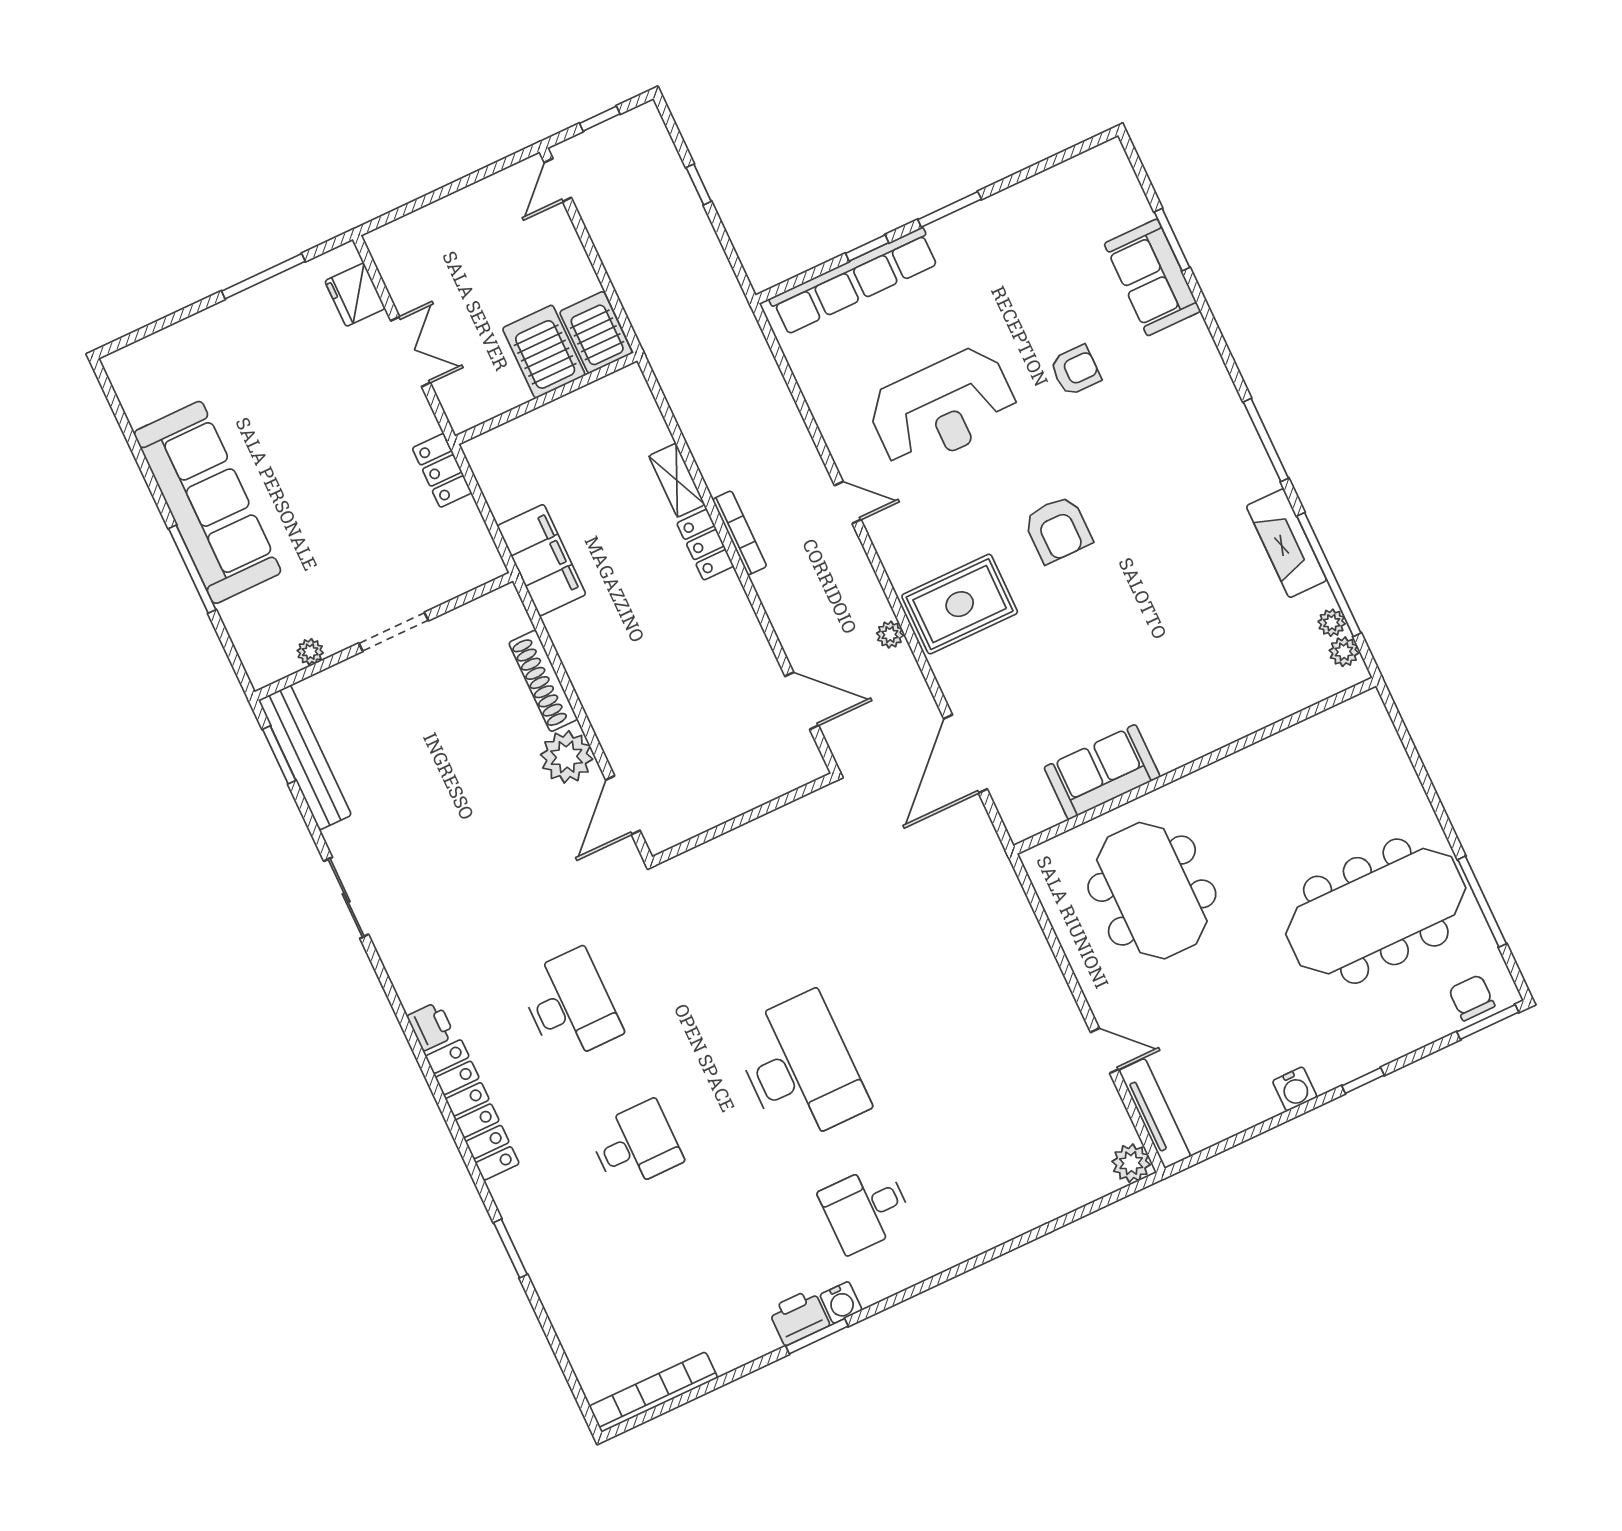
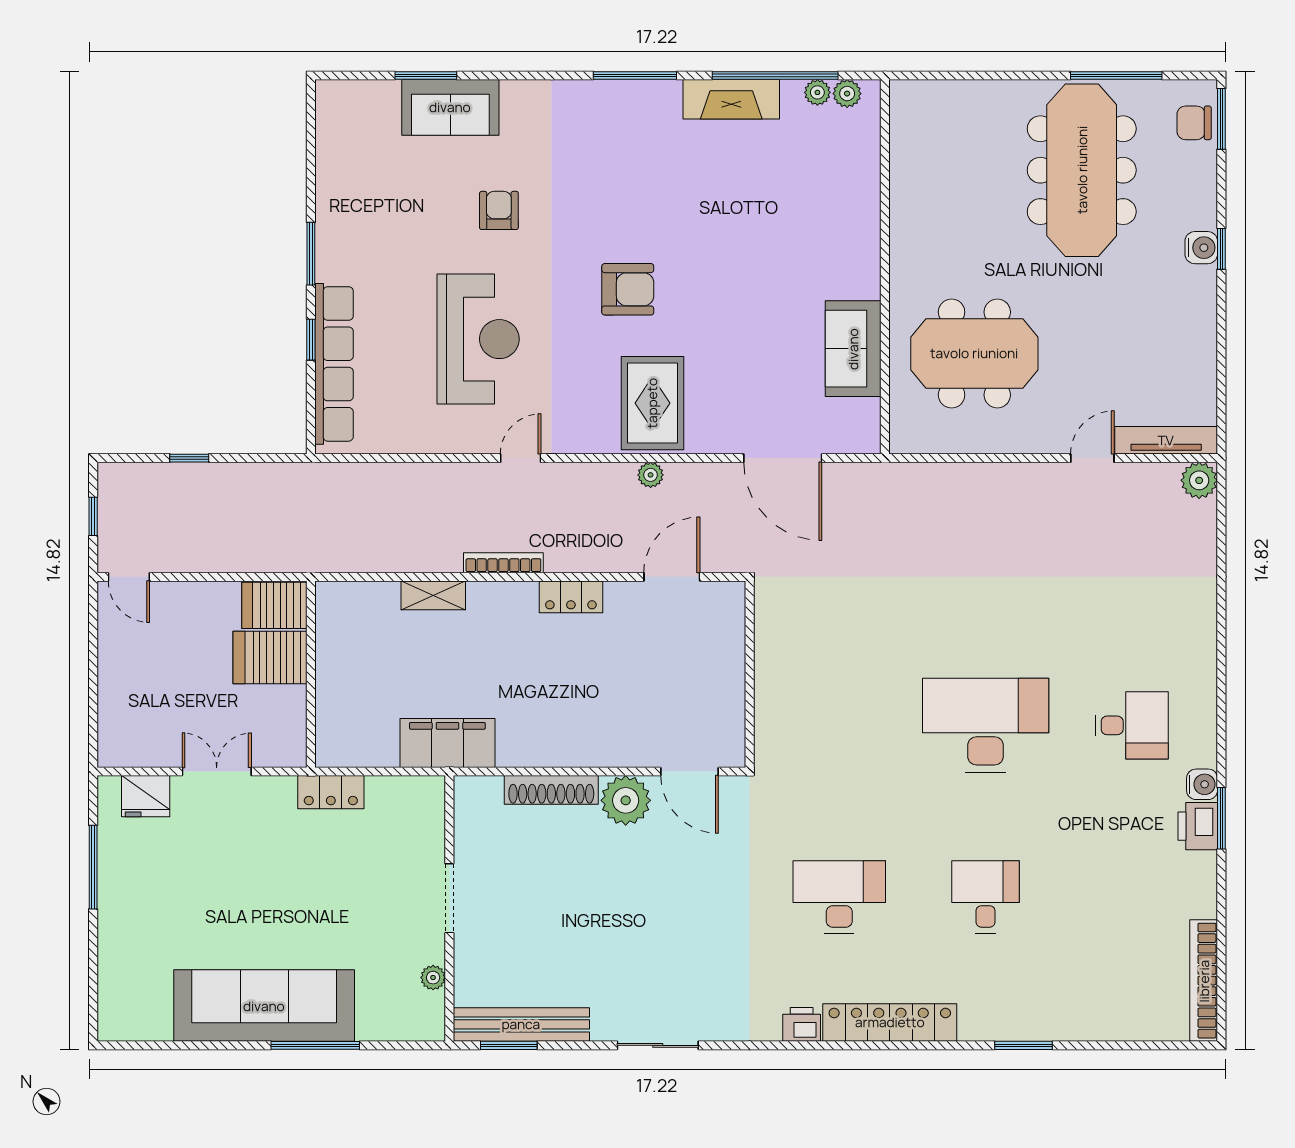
locker: (705, 545) -> (571, 597), moved
water cooler: (1295, 1089) -> (1201, 248), moved
desk: (866, 1209) -> (1132, 725), turned -90

